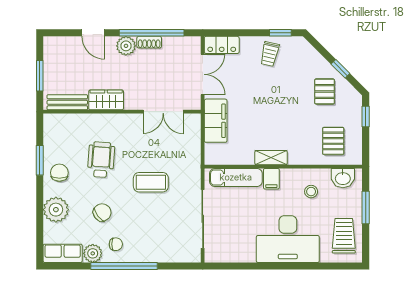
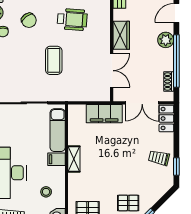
shoe rack: (149, 42) -> (169, 82), moved
wardrobe: (106, 100) -> (121, 35), moved
double door: (163, 112) -> (112, 71), swing flipped

